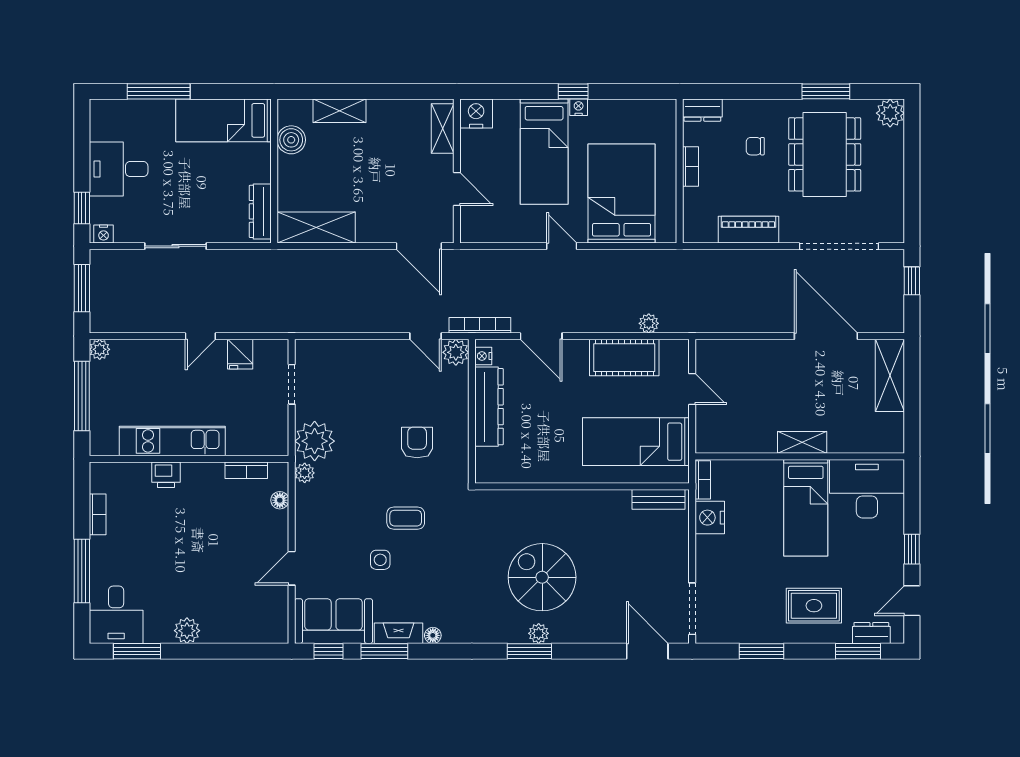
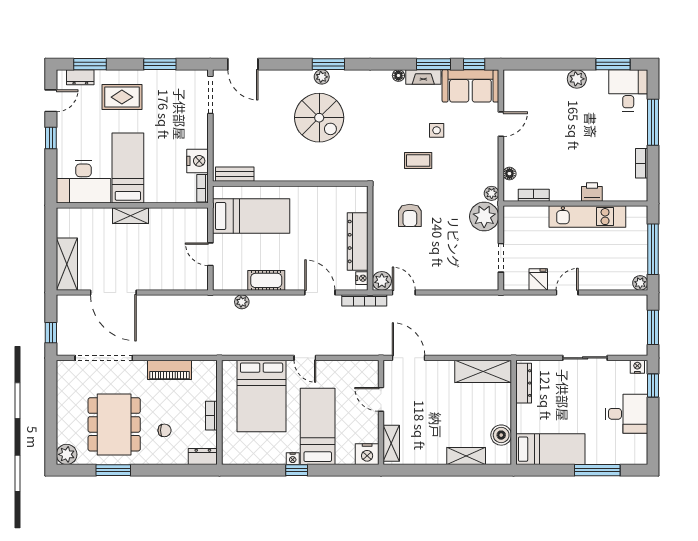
cot: (624, 358) -> (266, 280), width x0.73, depth x0.75

